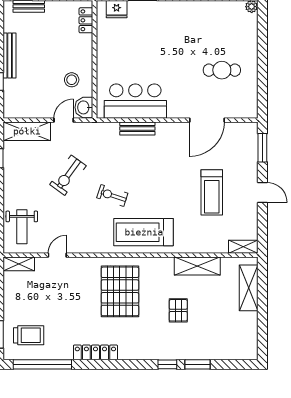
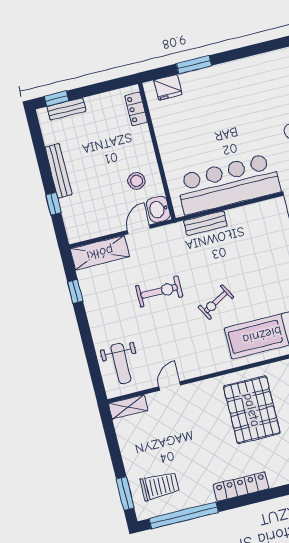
bar counter: (135, 101) -> (228, 184), width x1.36
bench: (137, 129) -> (205, 223), moved
exercise bike: (68, 175) -> (159, 291), turned -126
exercise bike: (112, 196) -> (216, 302), turned -47

